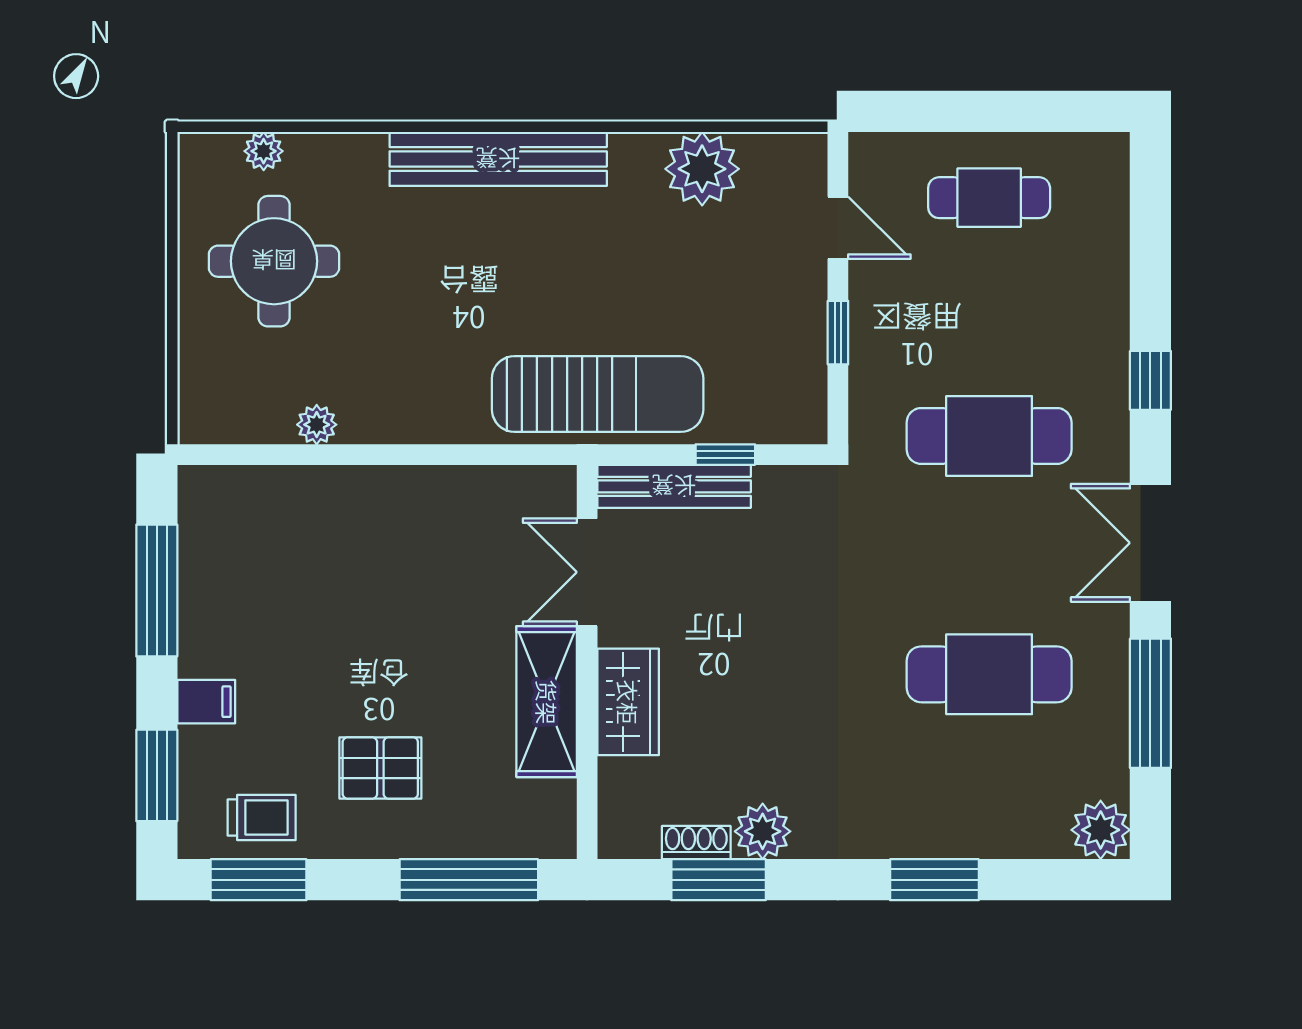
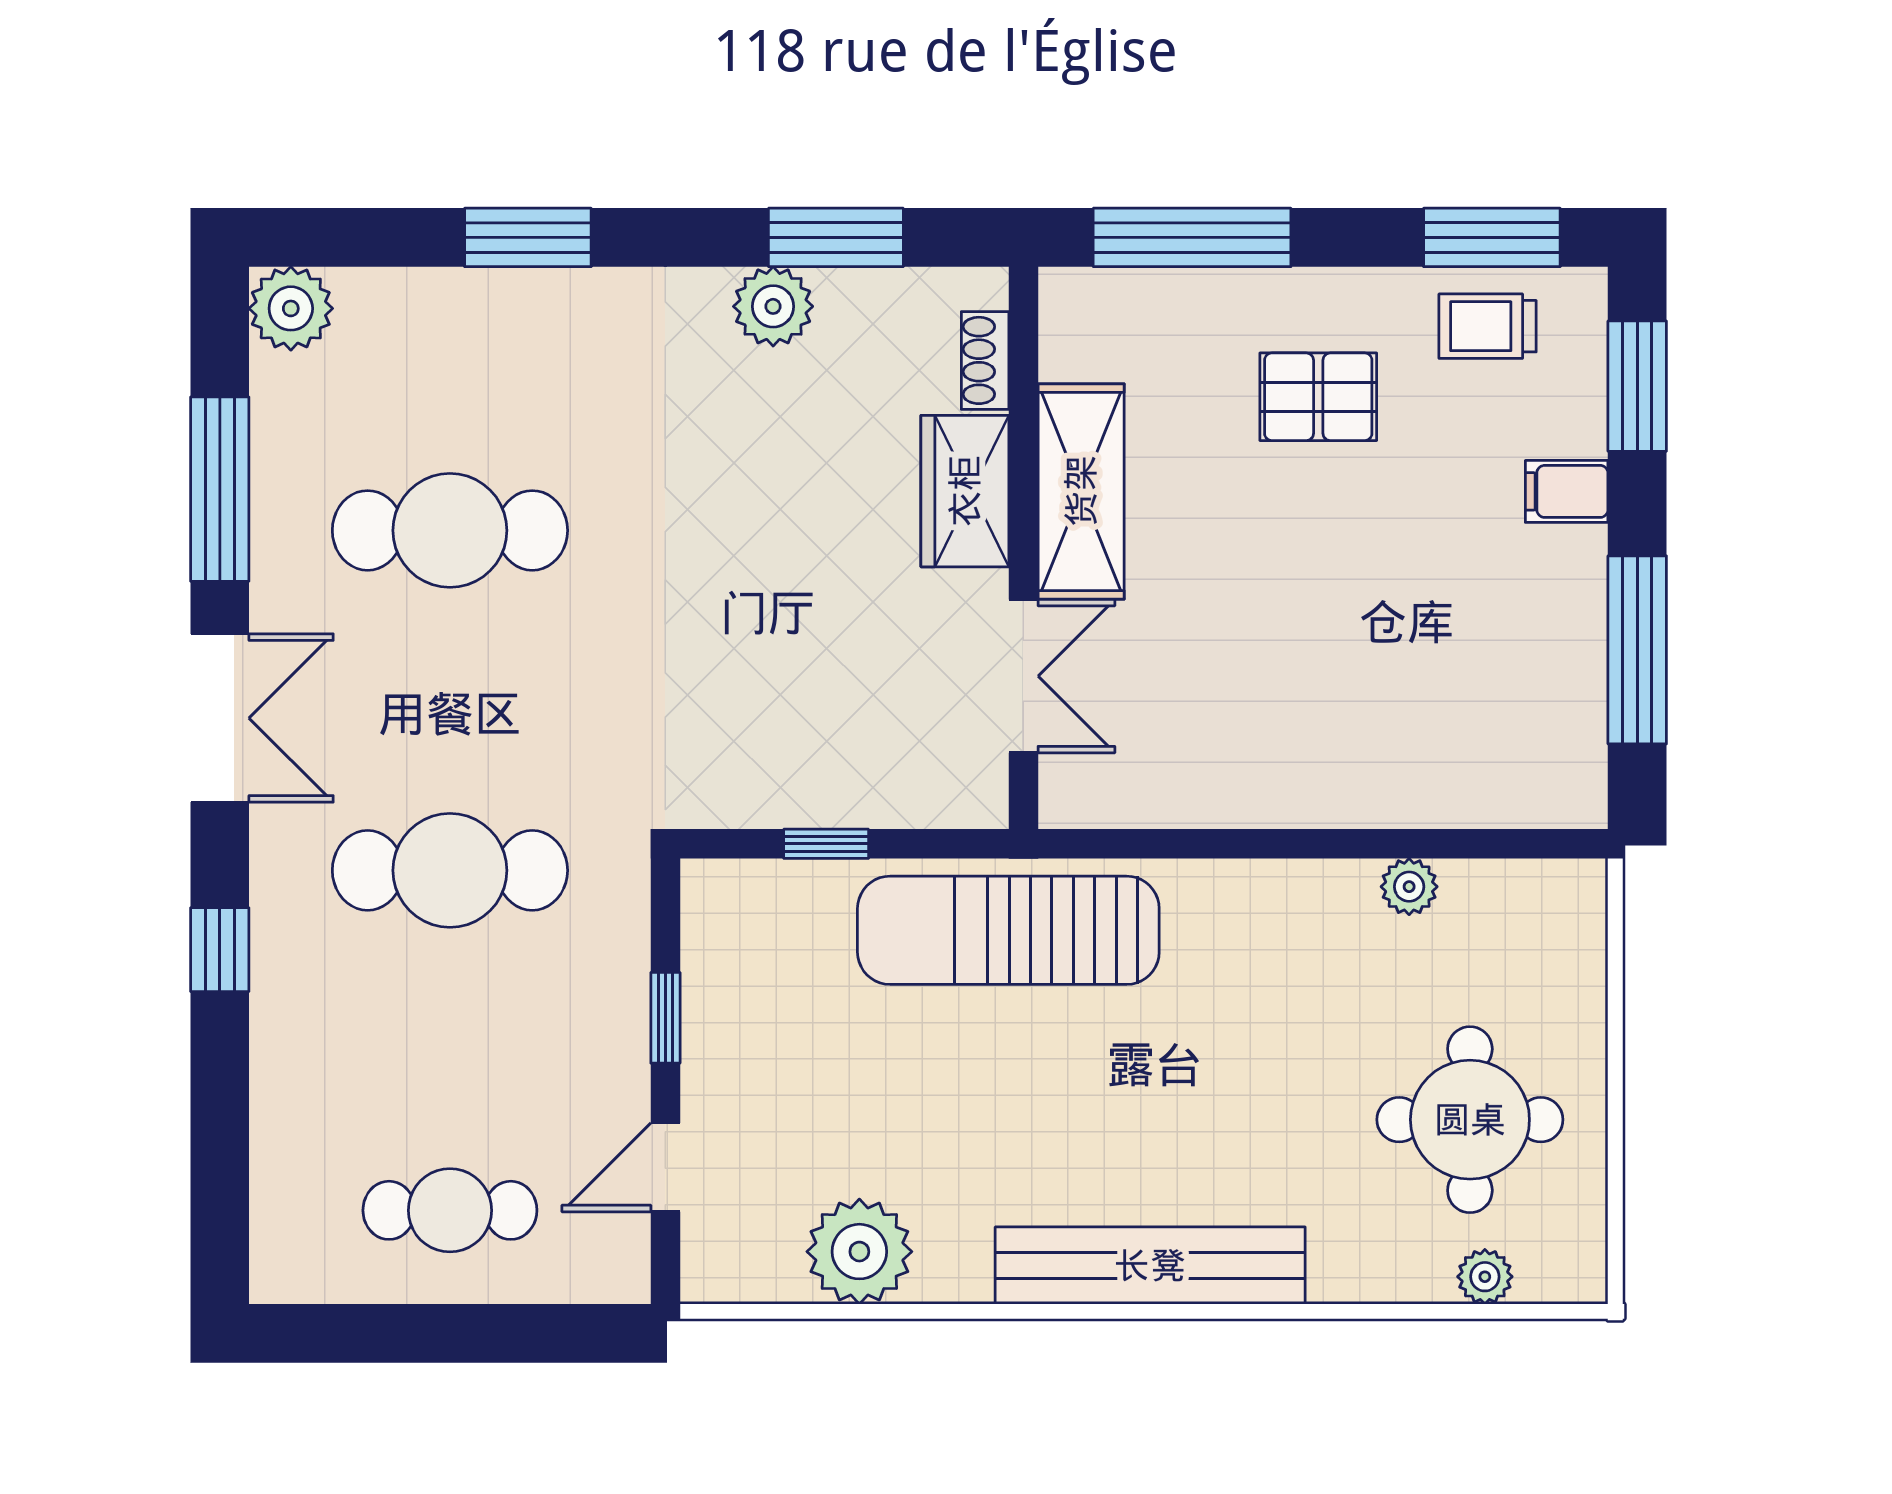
door: (838, 228) -> (665, 1167), hinge flipped
bench: (674, 486) -> (899, 799), removed
shoe rack: (696, 843) -> (985, 360), moved, turned 90

